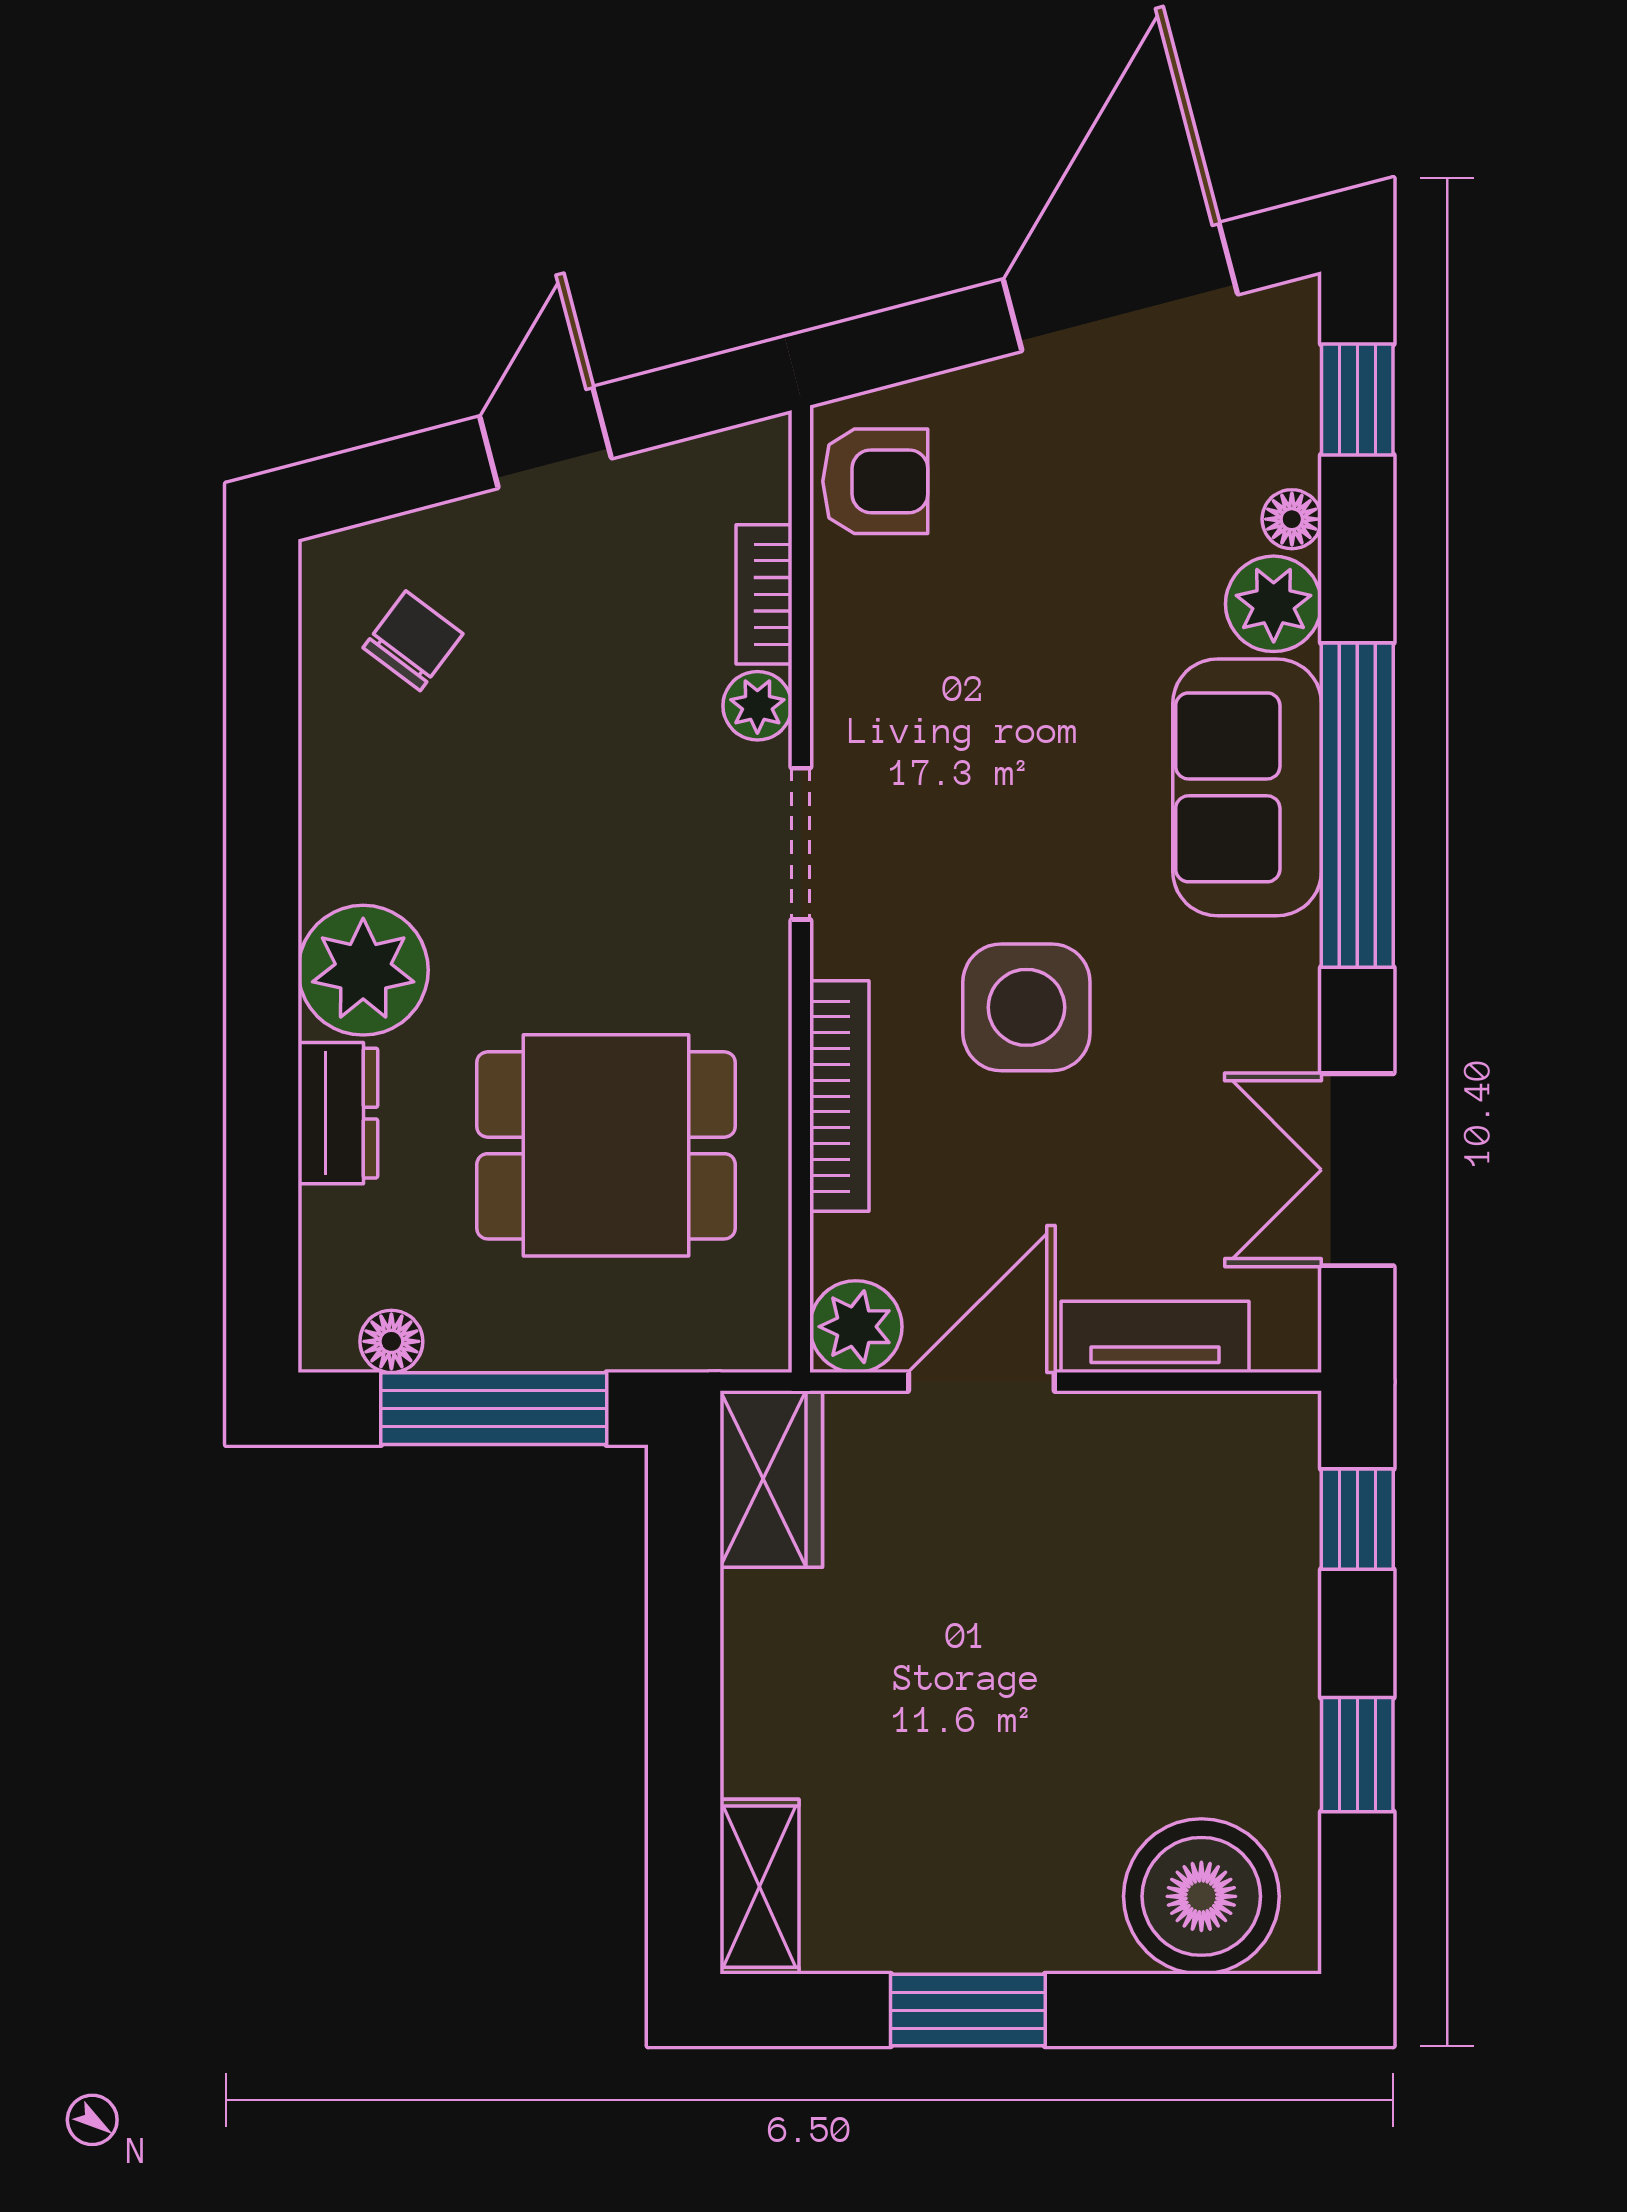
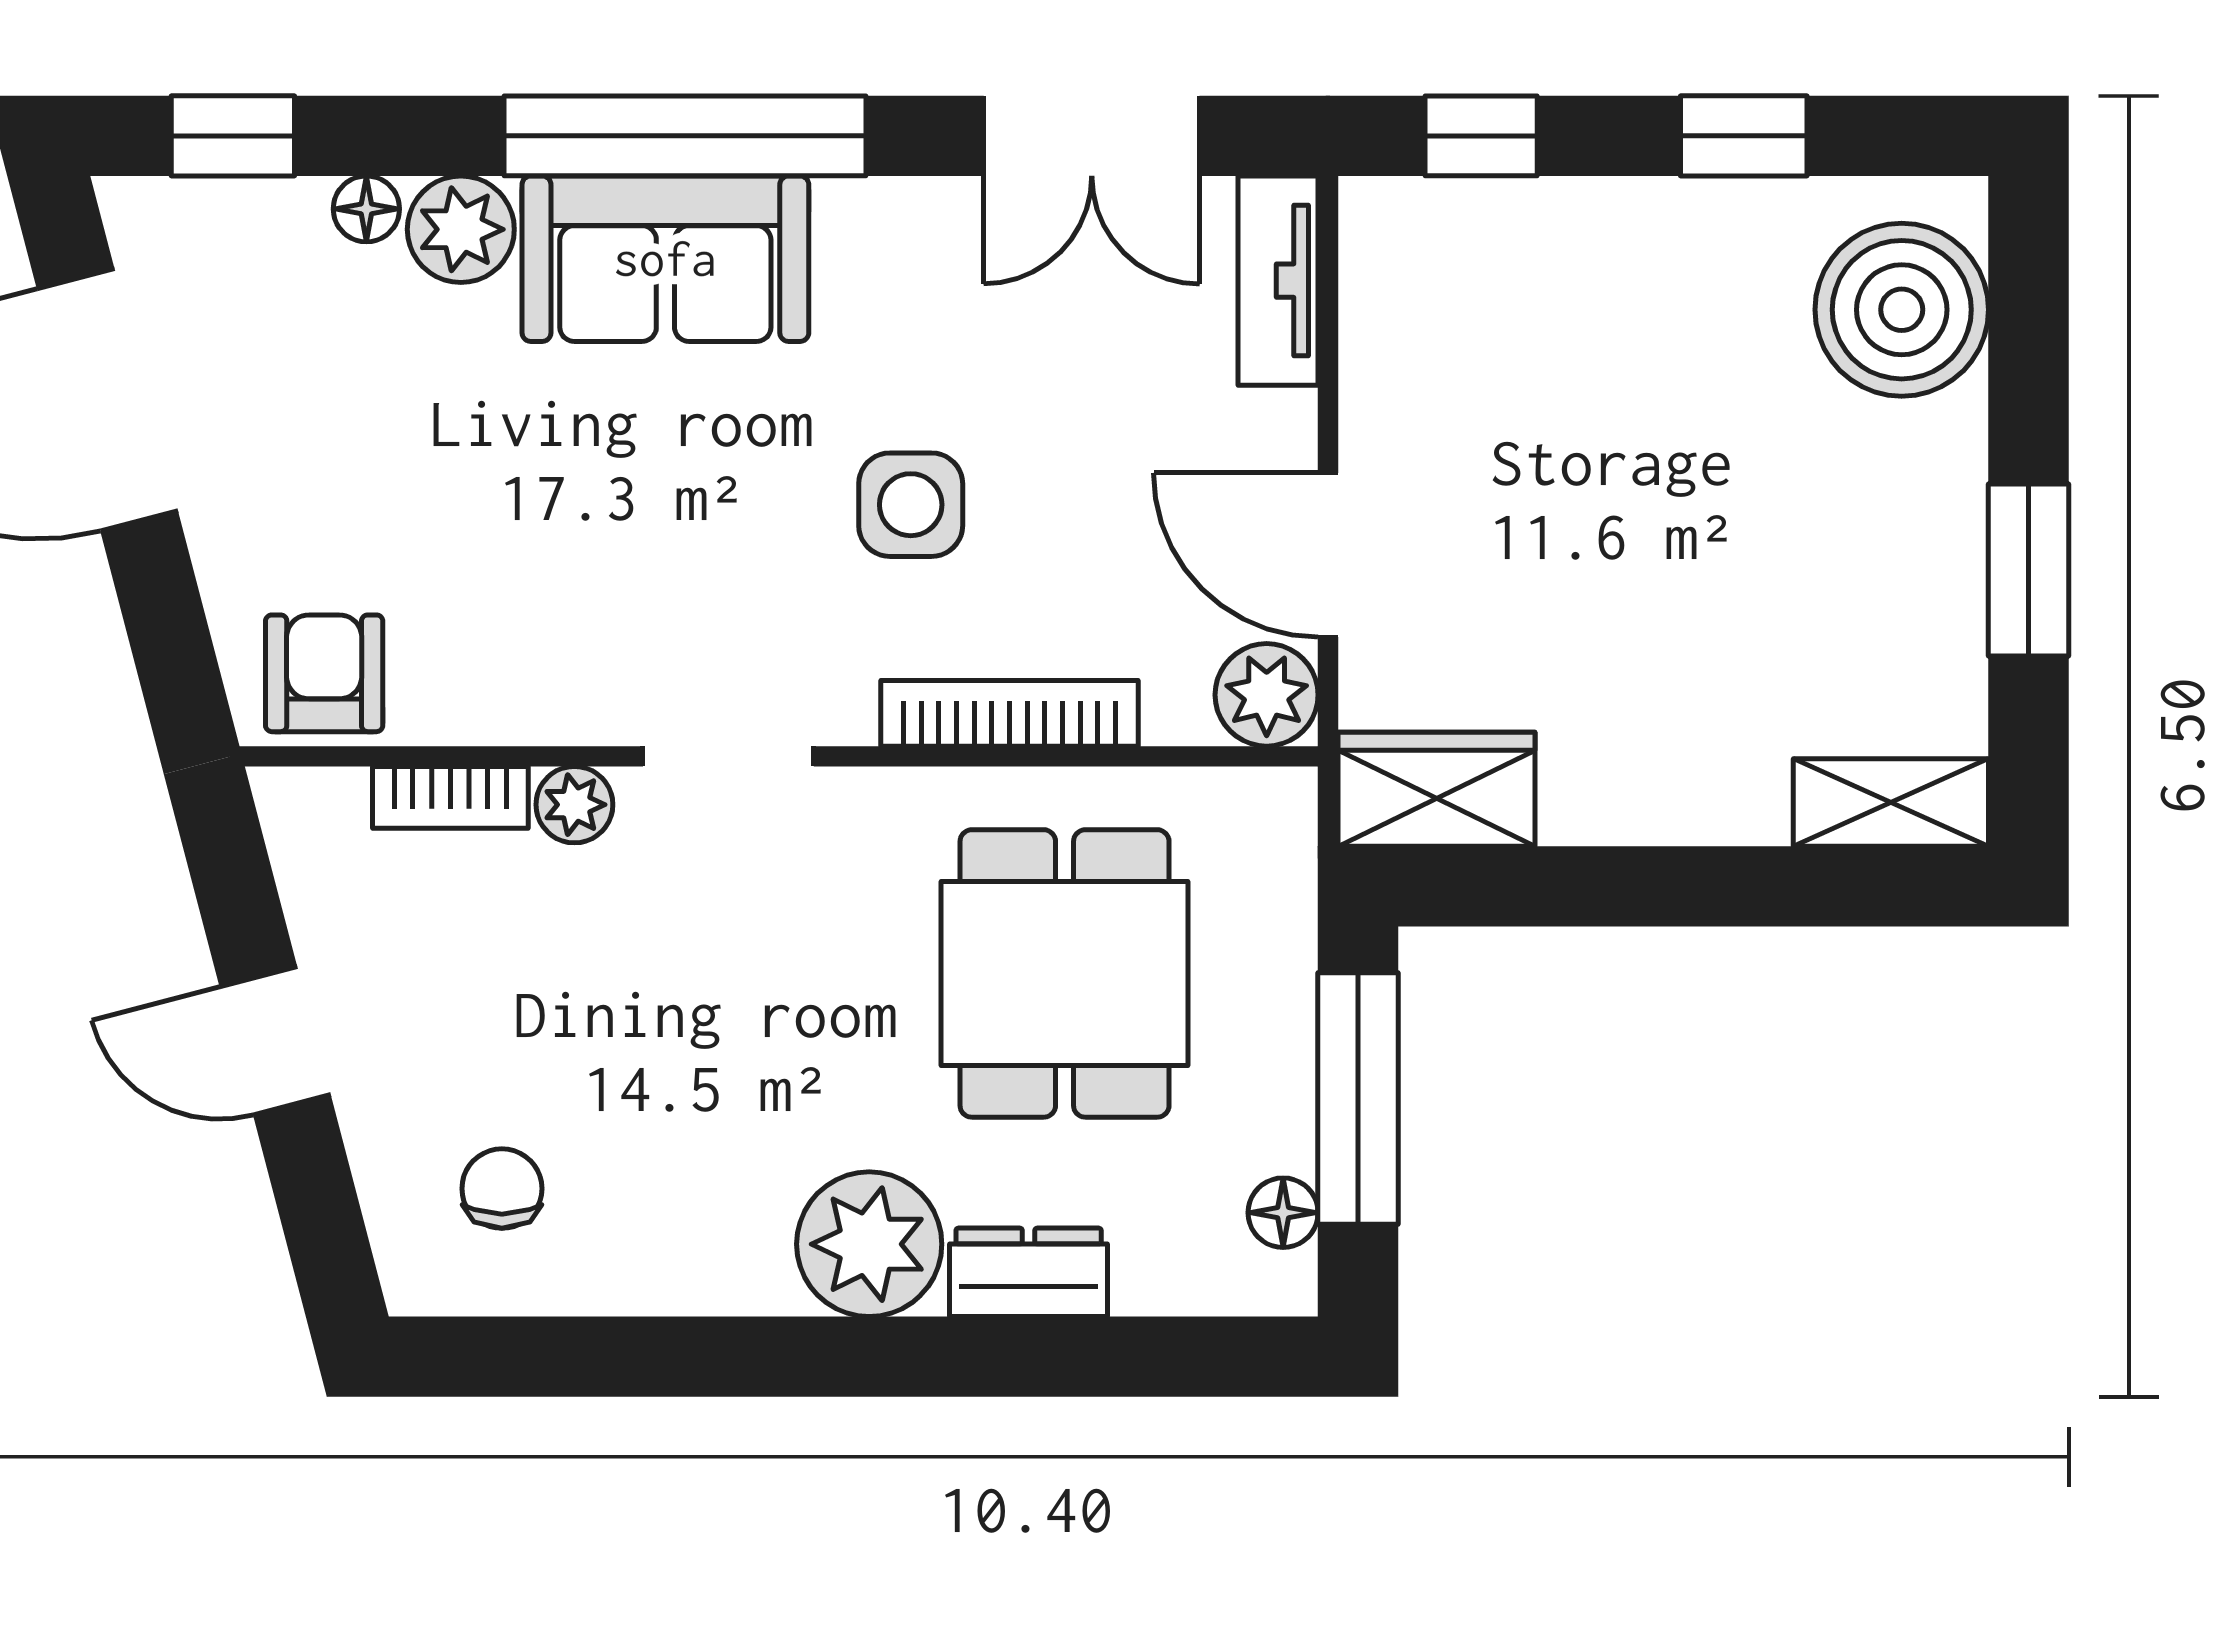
chair: (413, 641) -> (502, 1189), turned 53
side table: (1026, 1007) -> (911, 505), width x0.73, depth x0.73
tv unit: (1155, 1337) -> (1278, 281), moved

